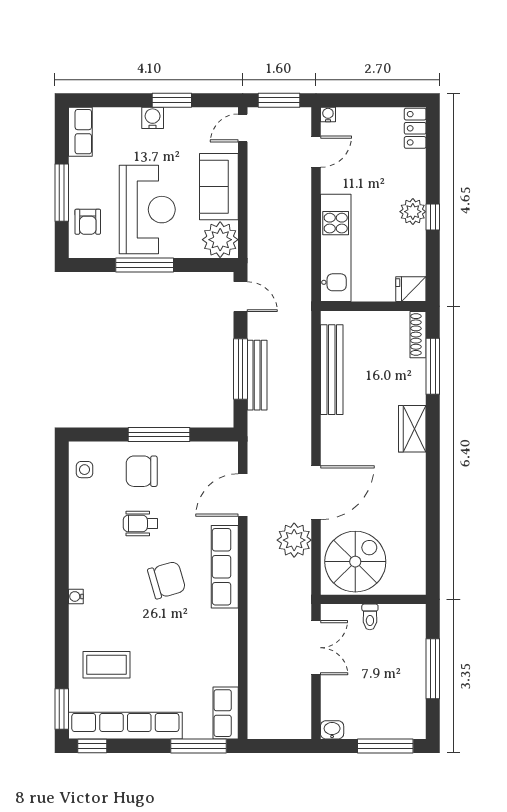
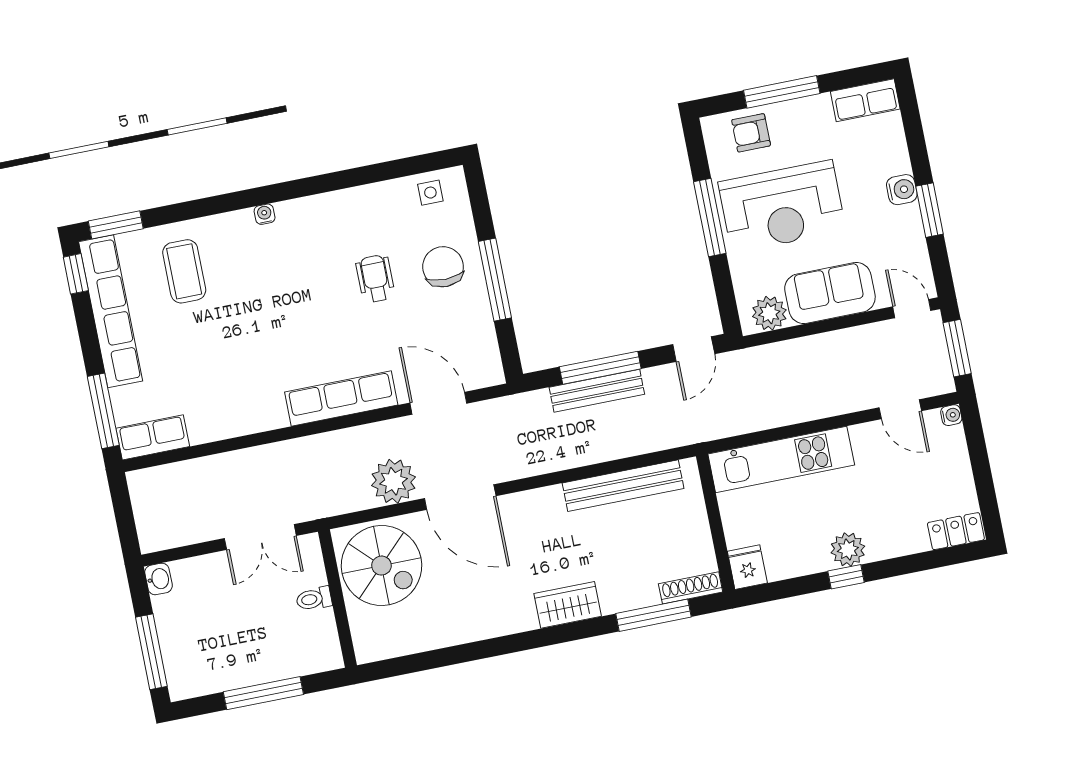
plant: (220, 240) -> (769, 313), width x0.73, depth x0.73
chair: (167, 580) -> (309, 327), removed

